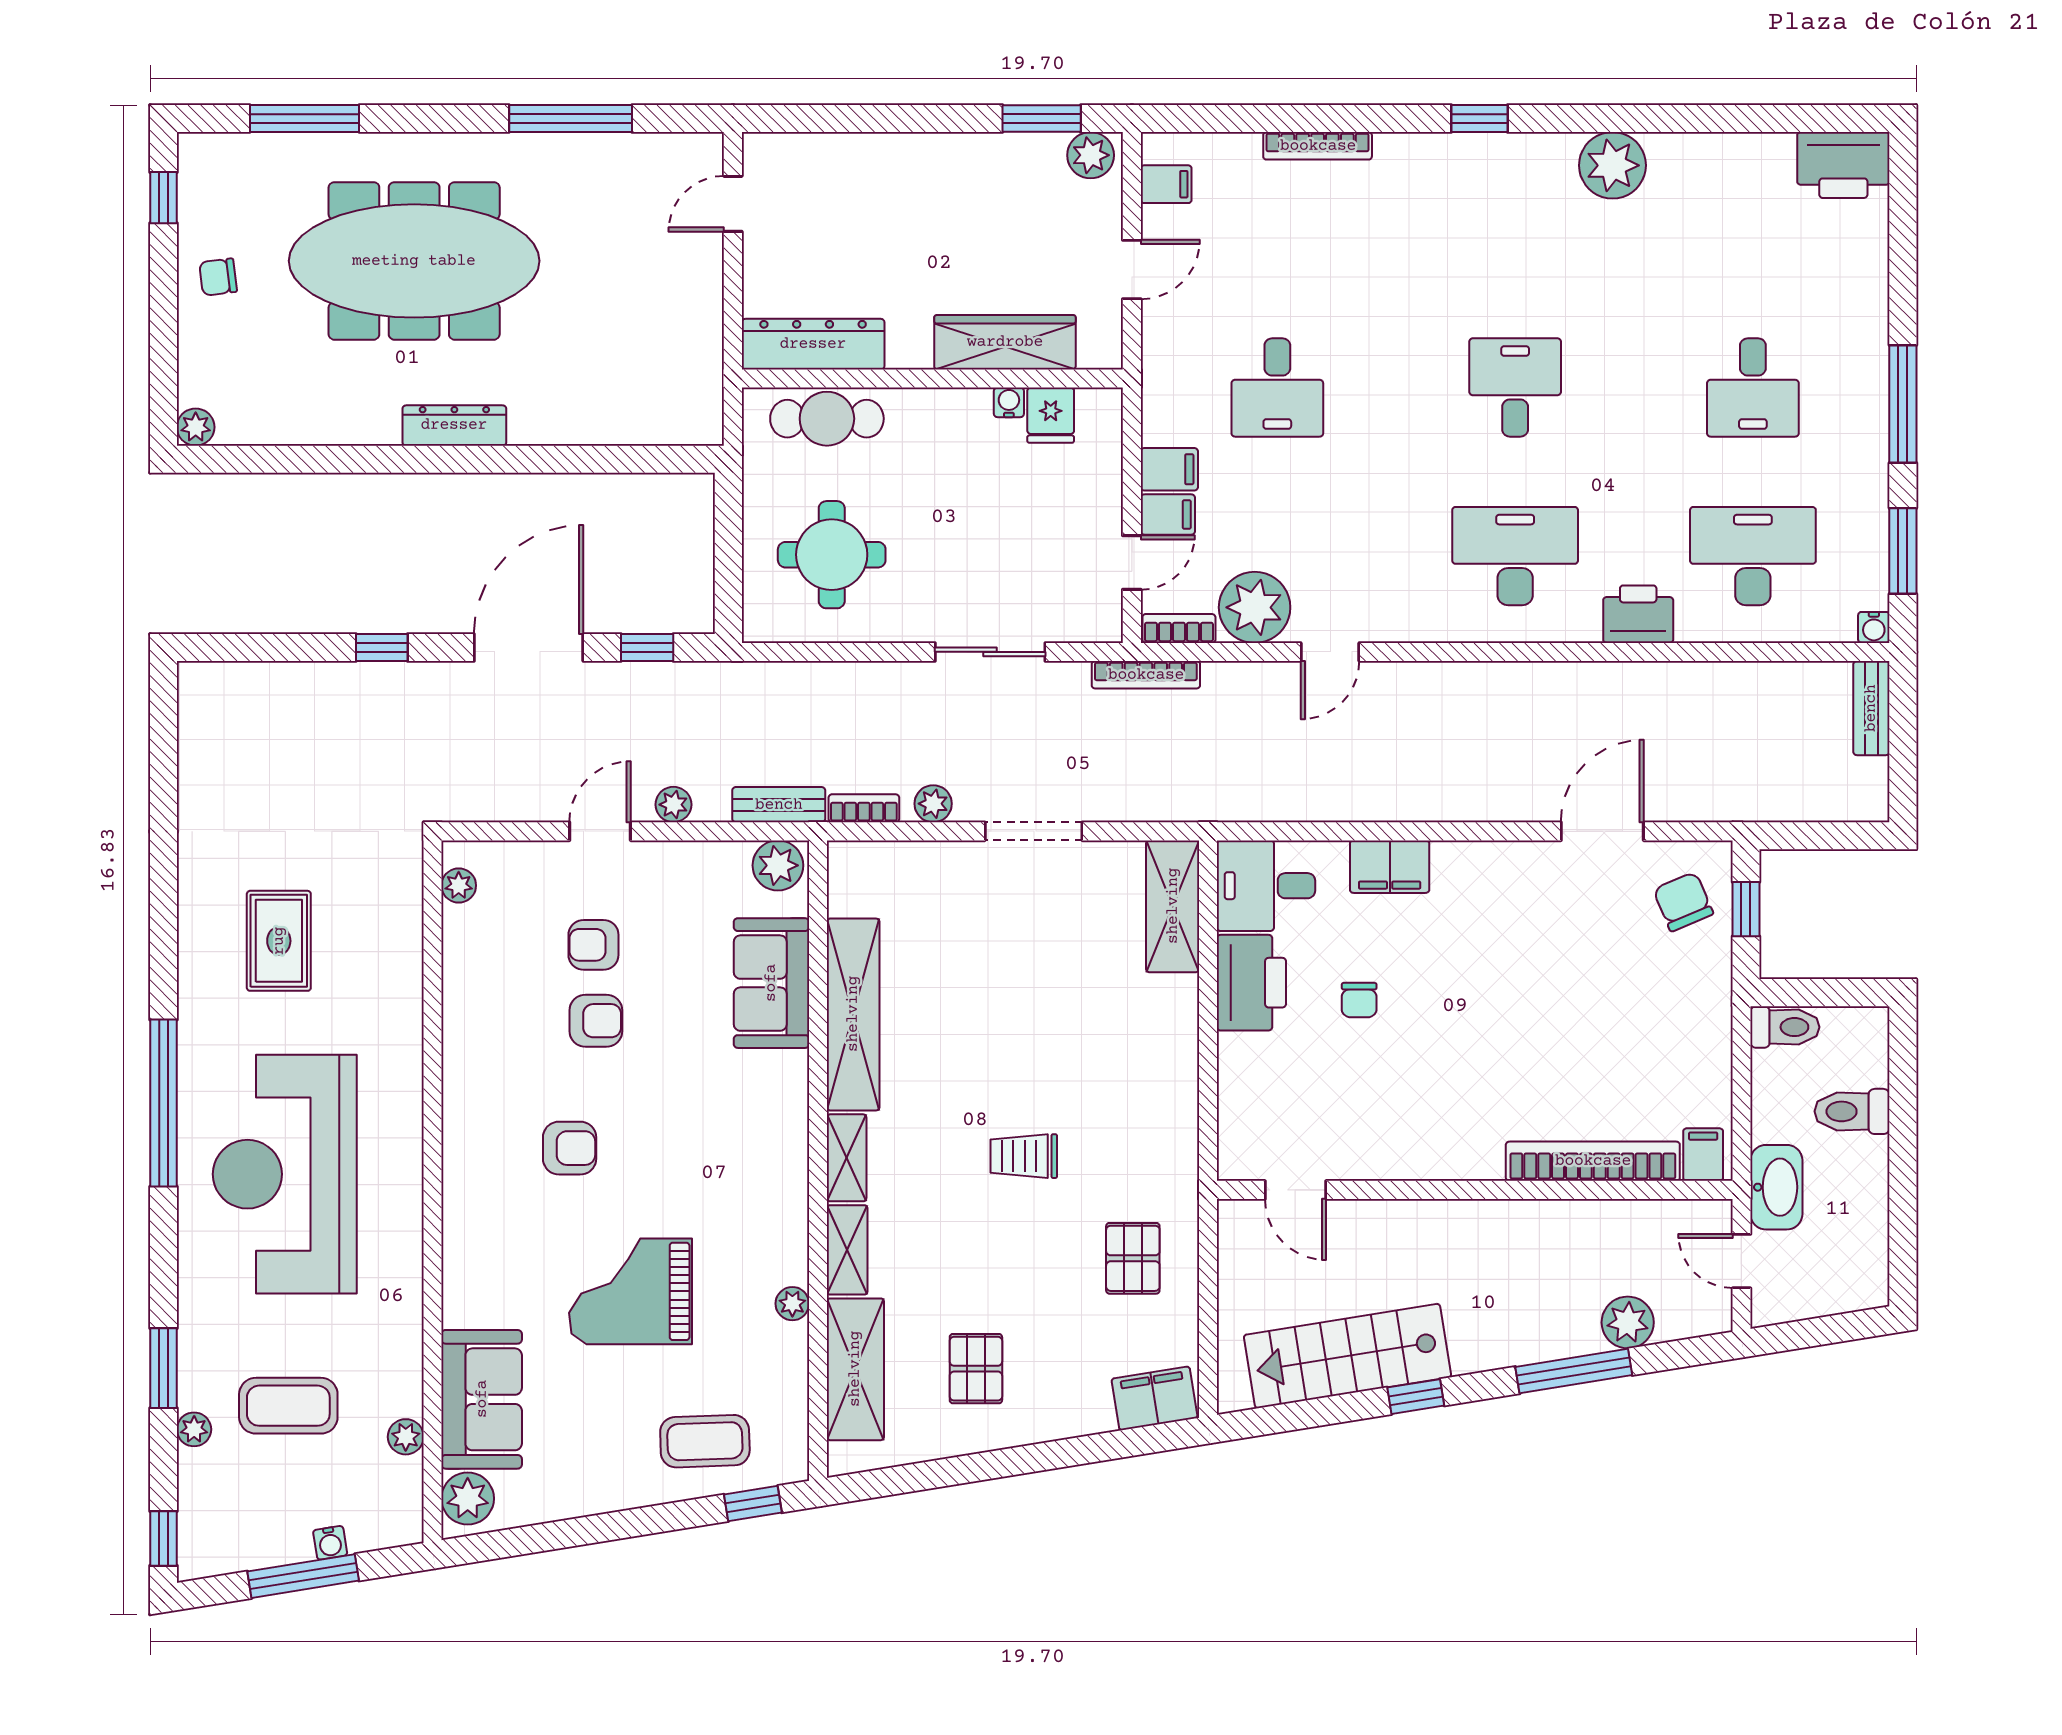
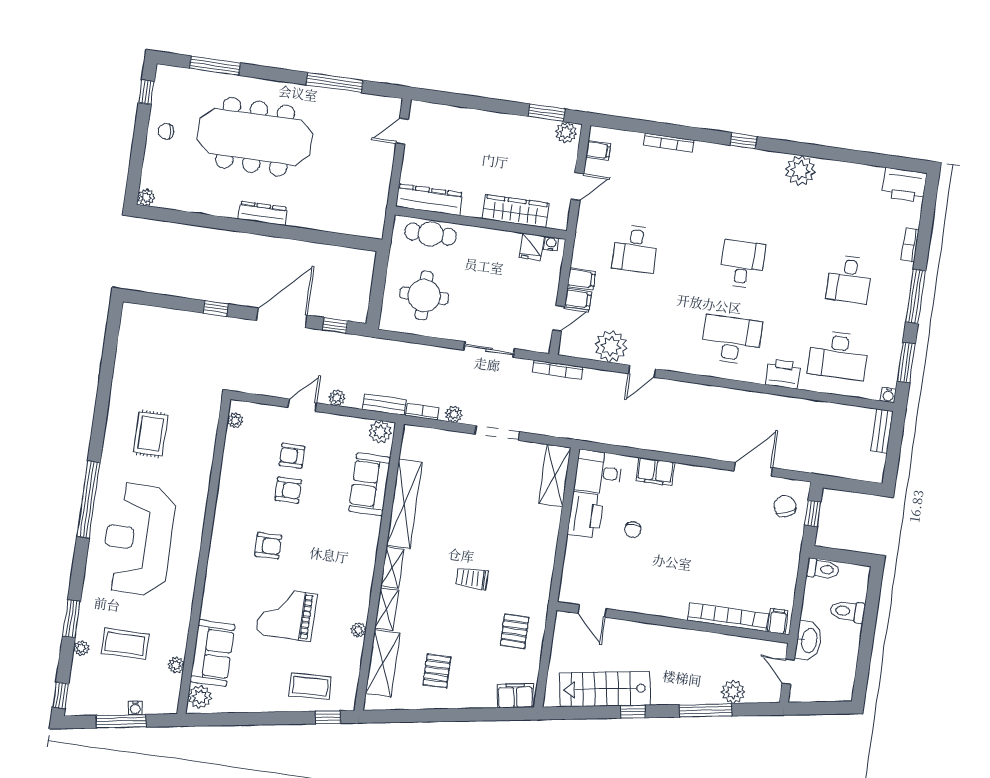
water cooler: (1009, 402) -> (551, 244), moved
desk: (1753, 556) -> (838, 355), turned 180
bookcase: (1179, 628) -> (910, 245), moved, turned -90

